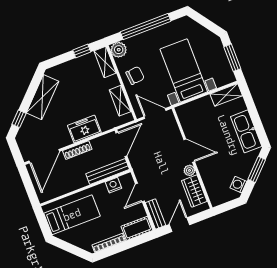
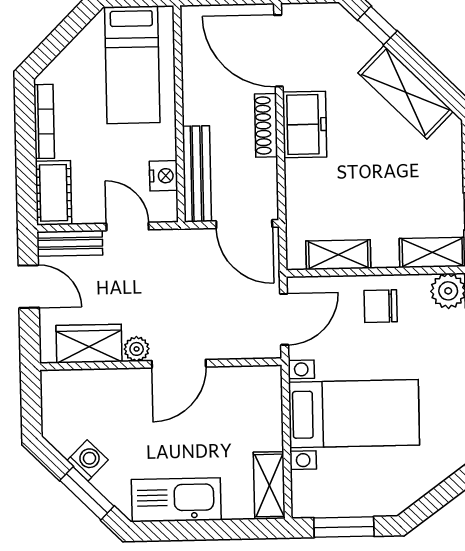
chair: (135, 75) -> (381, 306), turned 95
freezer: (84, 129) -> (305, 124), moved
washing machine: (238, 185) -> (87, 460), moved

